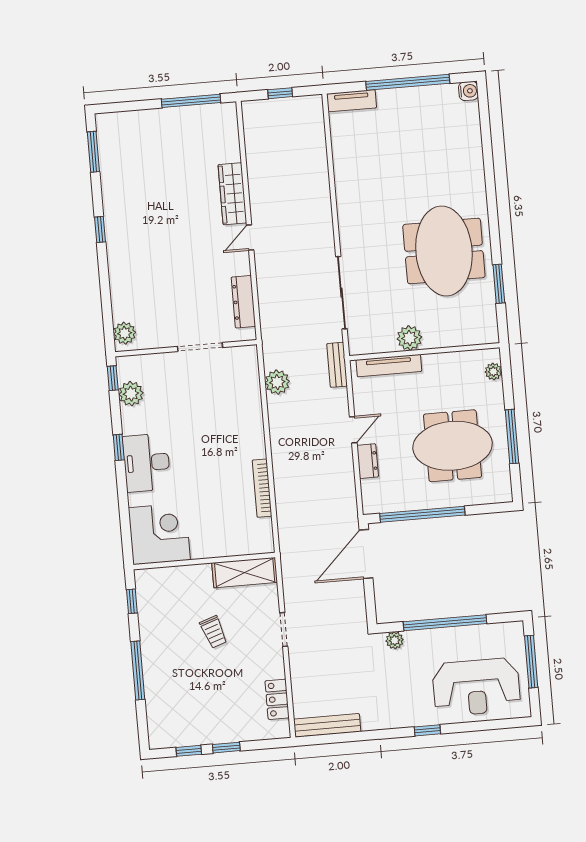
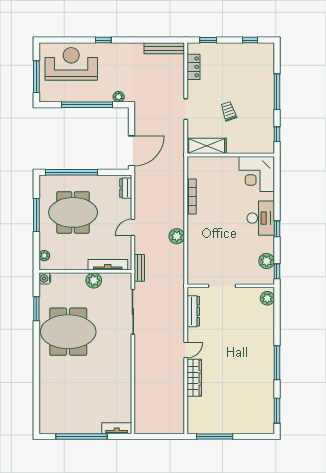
water cooler: (468, 91) -> (45, 278), moved
window: (280, 93) -> (160, 437), removed
window: (100, 230) -> (277, 363), width x2.17
meeting table: (444, 251) -> (68, 332), turned 90
plant: (277, 382) -> (177, 236), moved
dresser: (368, 461) -> (126, 188), moved
window: (422, 514) -> (72, 172), moved
window: (226, 748) -> (208, 40), moved

